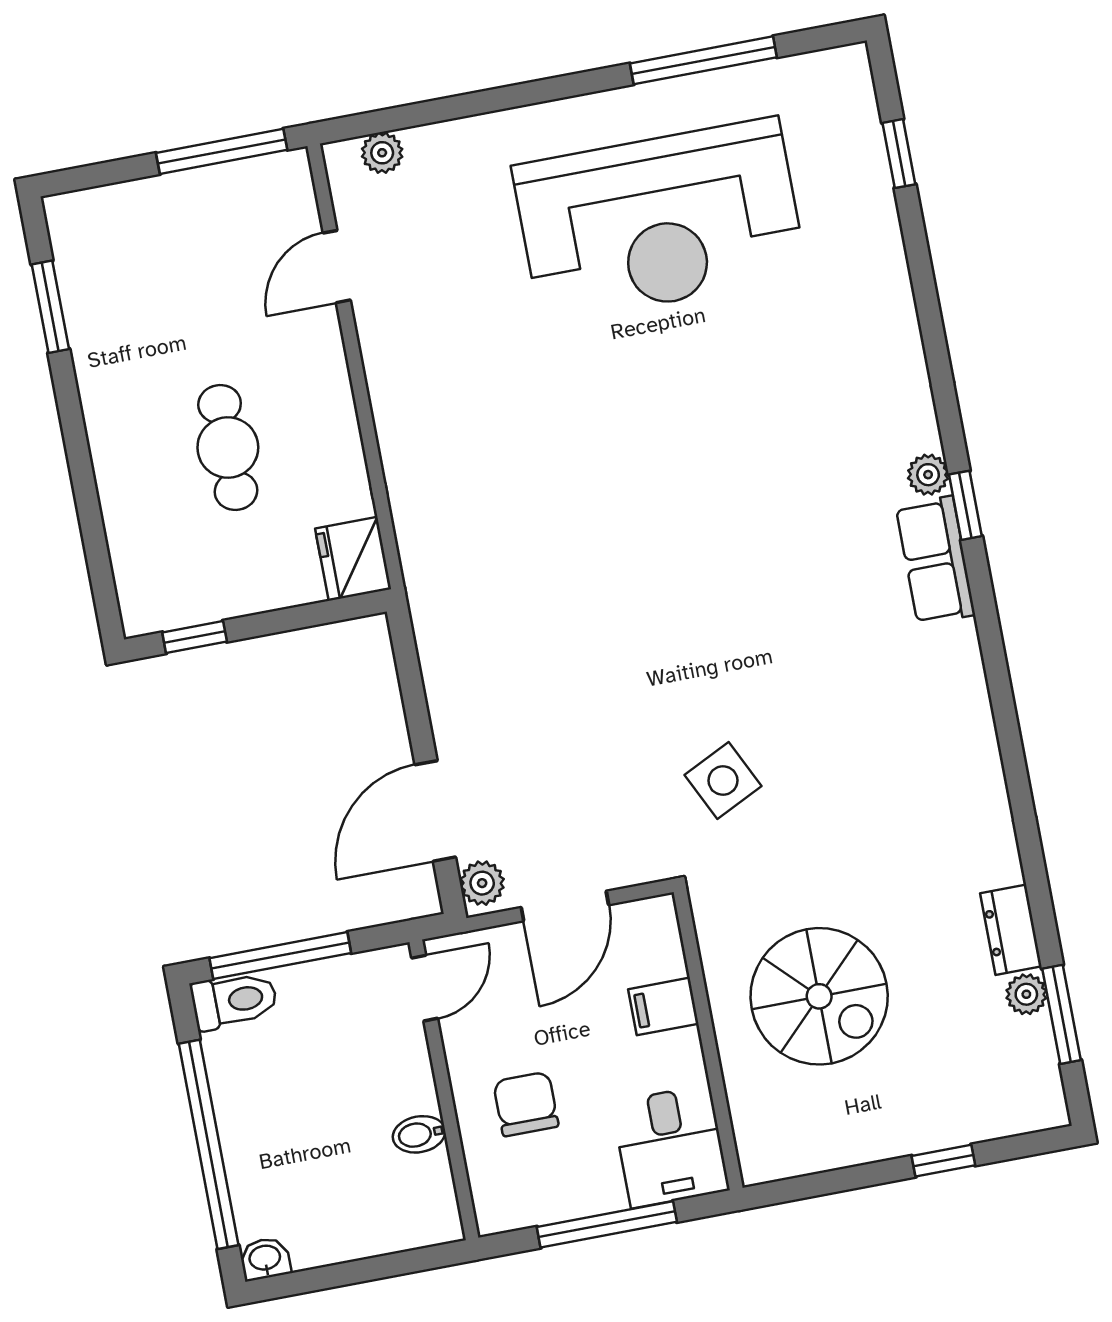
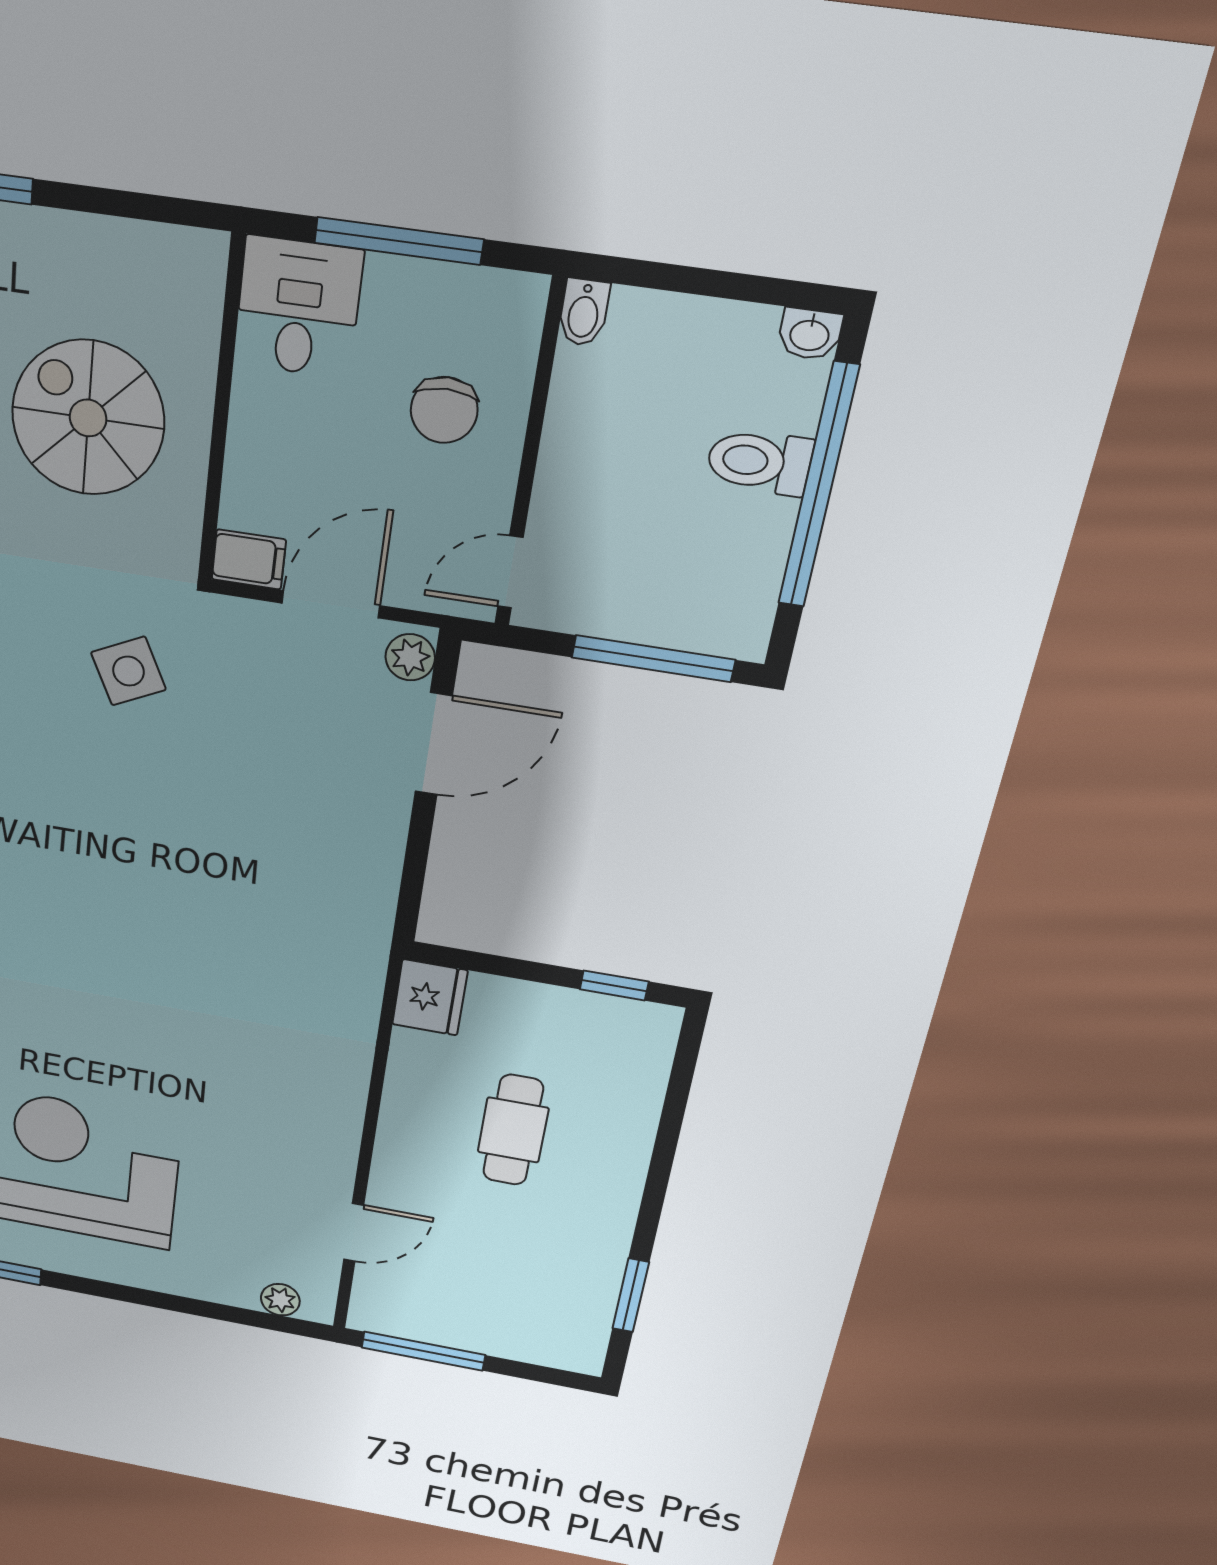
toilet: (234, 1001) -> (759, 462), moved
filing cabinet: (663, 1006) -> (249, 559), moved
bidet: (419, 1134) -> (584, 312), moved, turned 90

